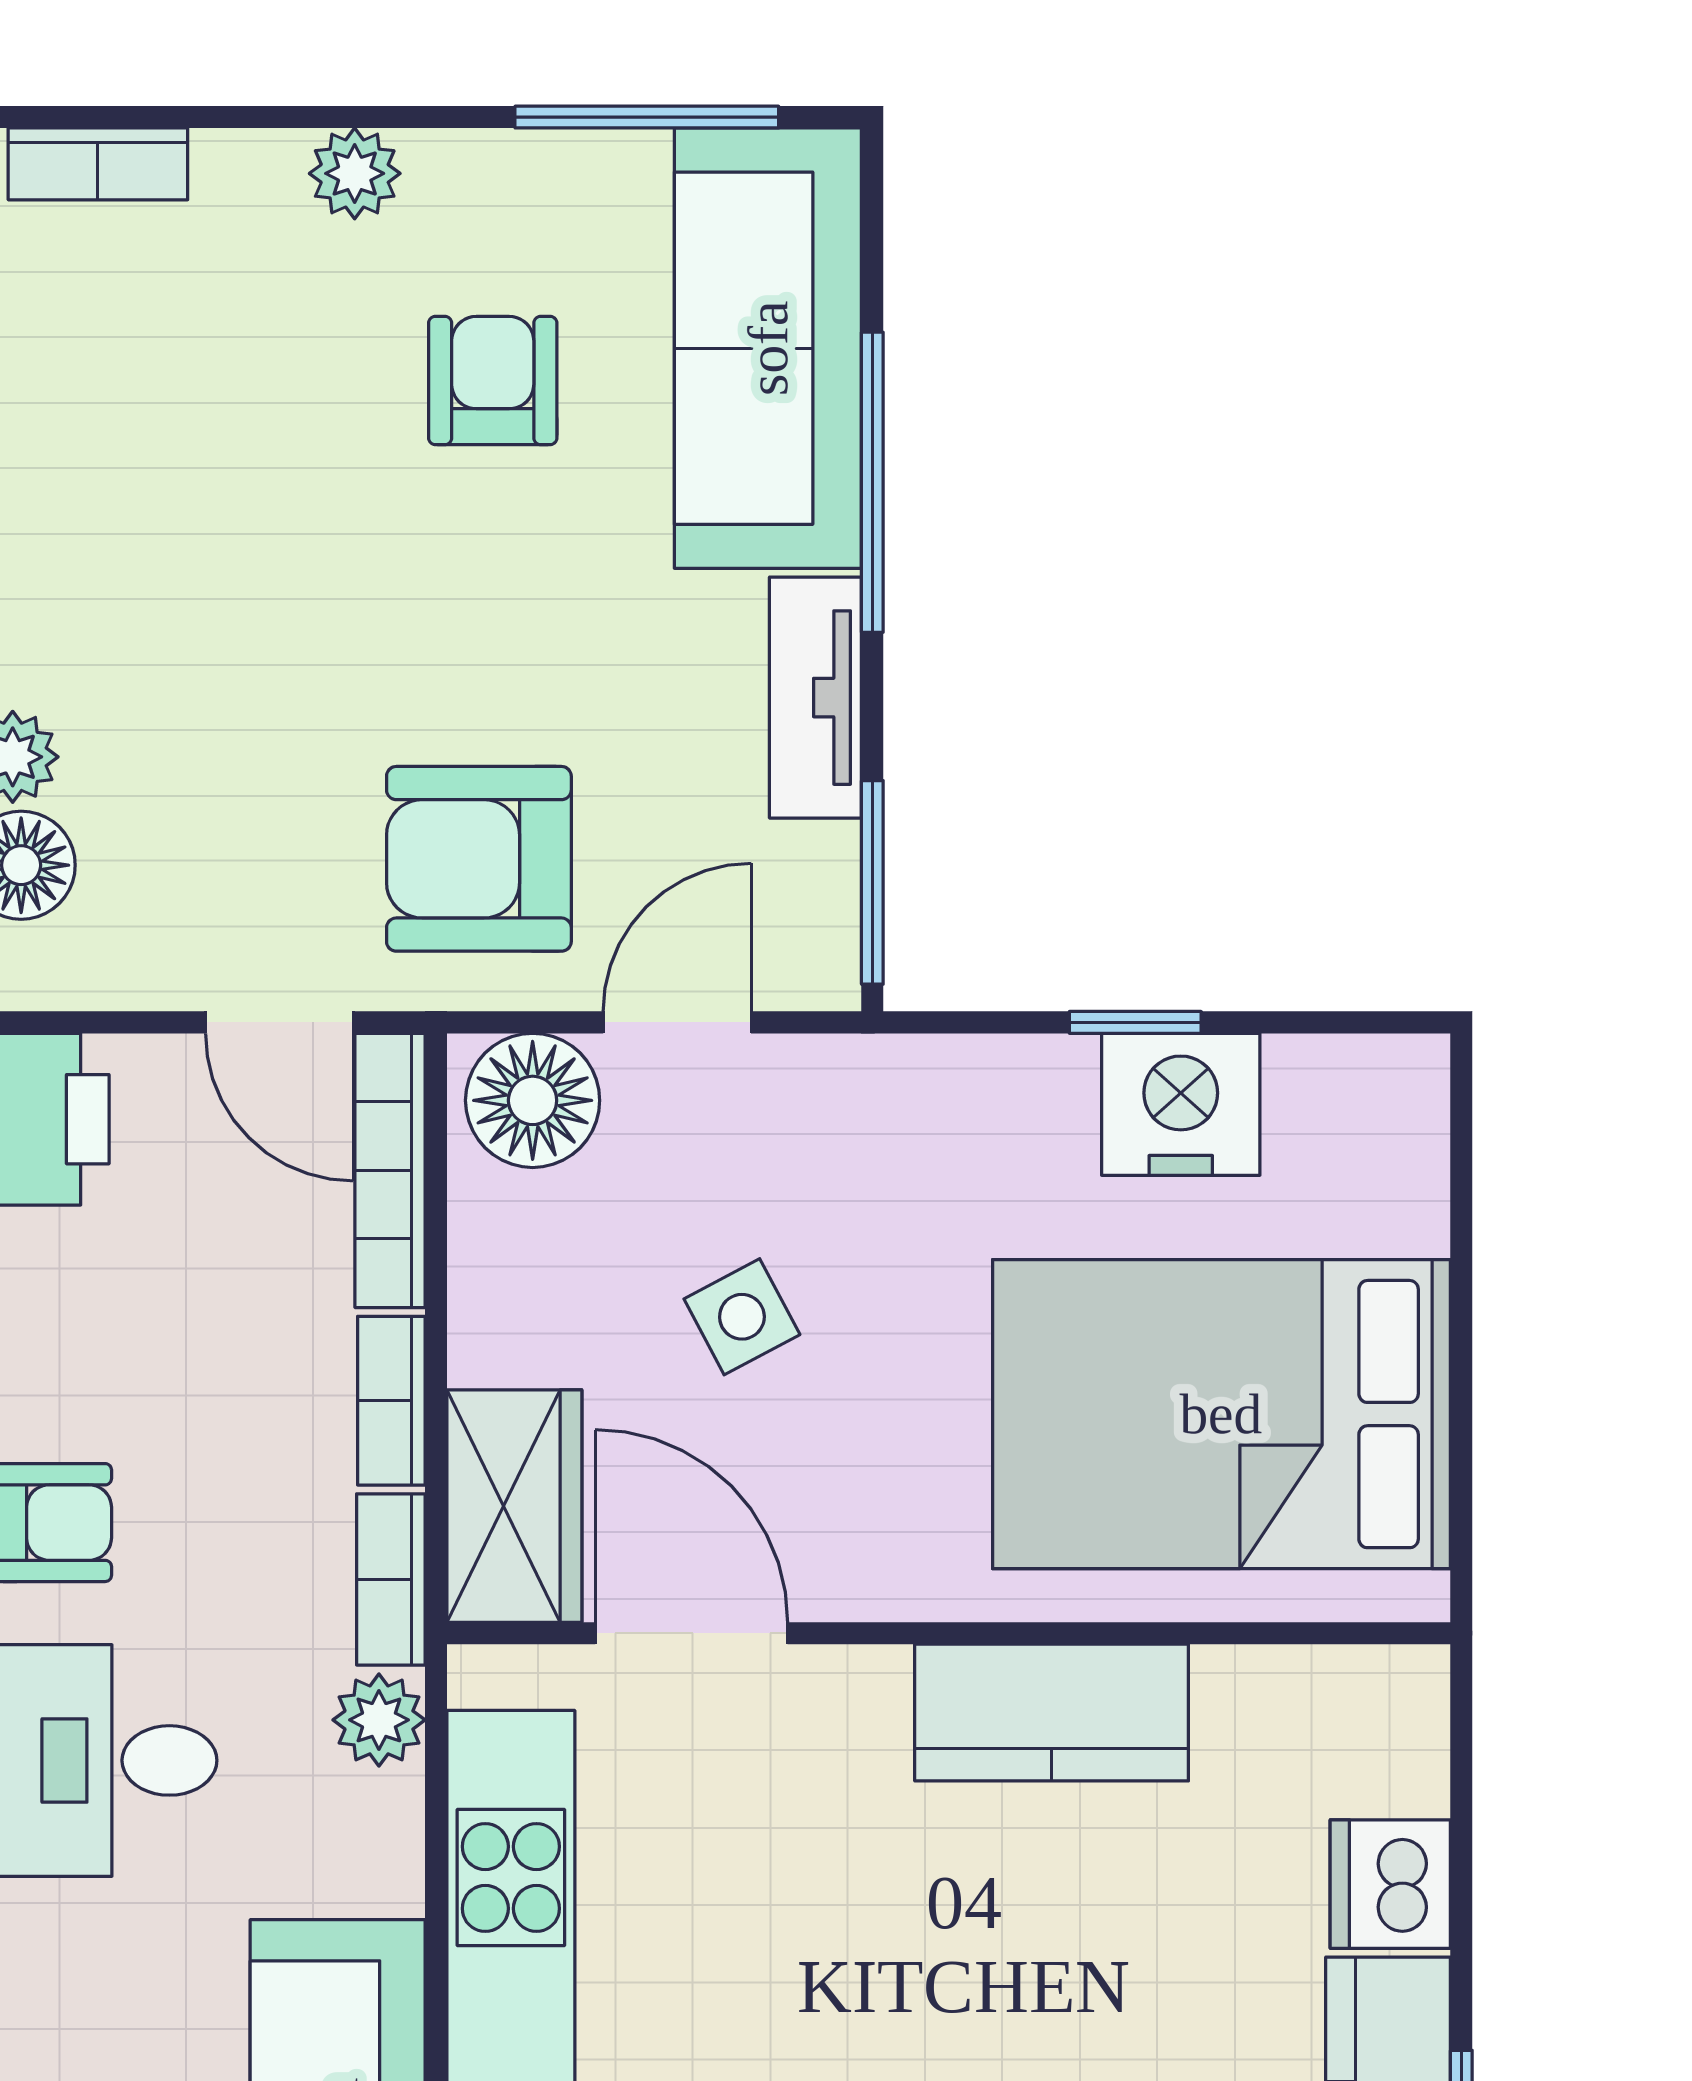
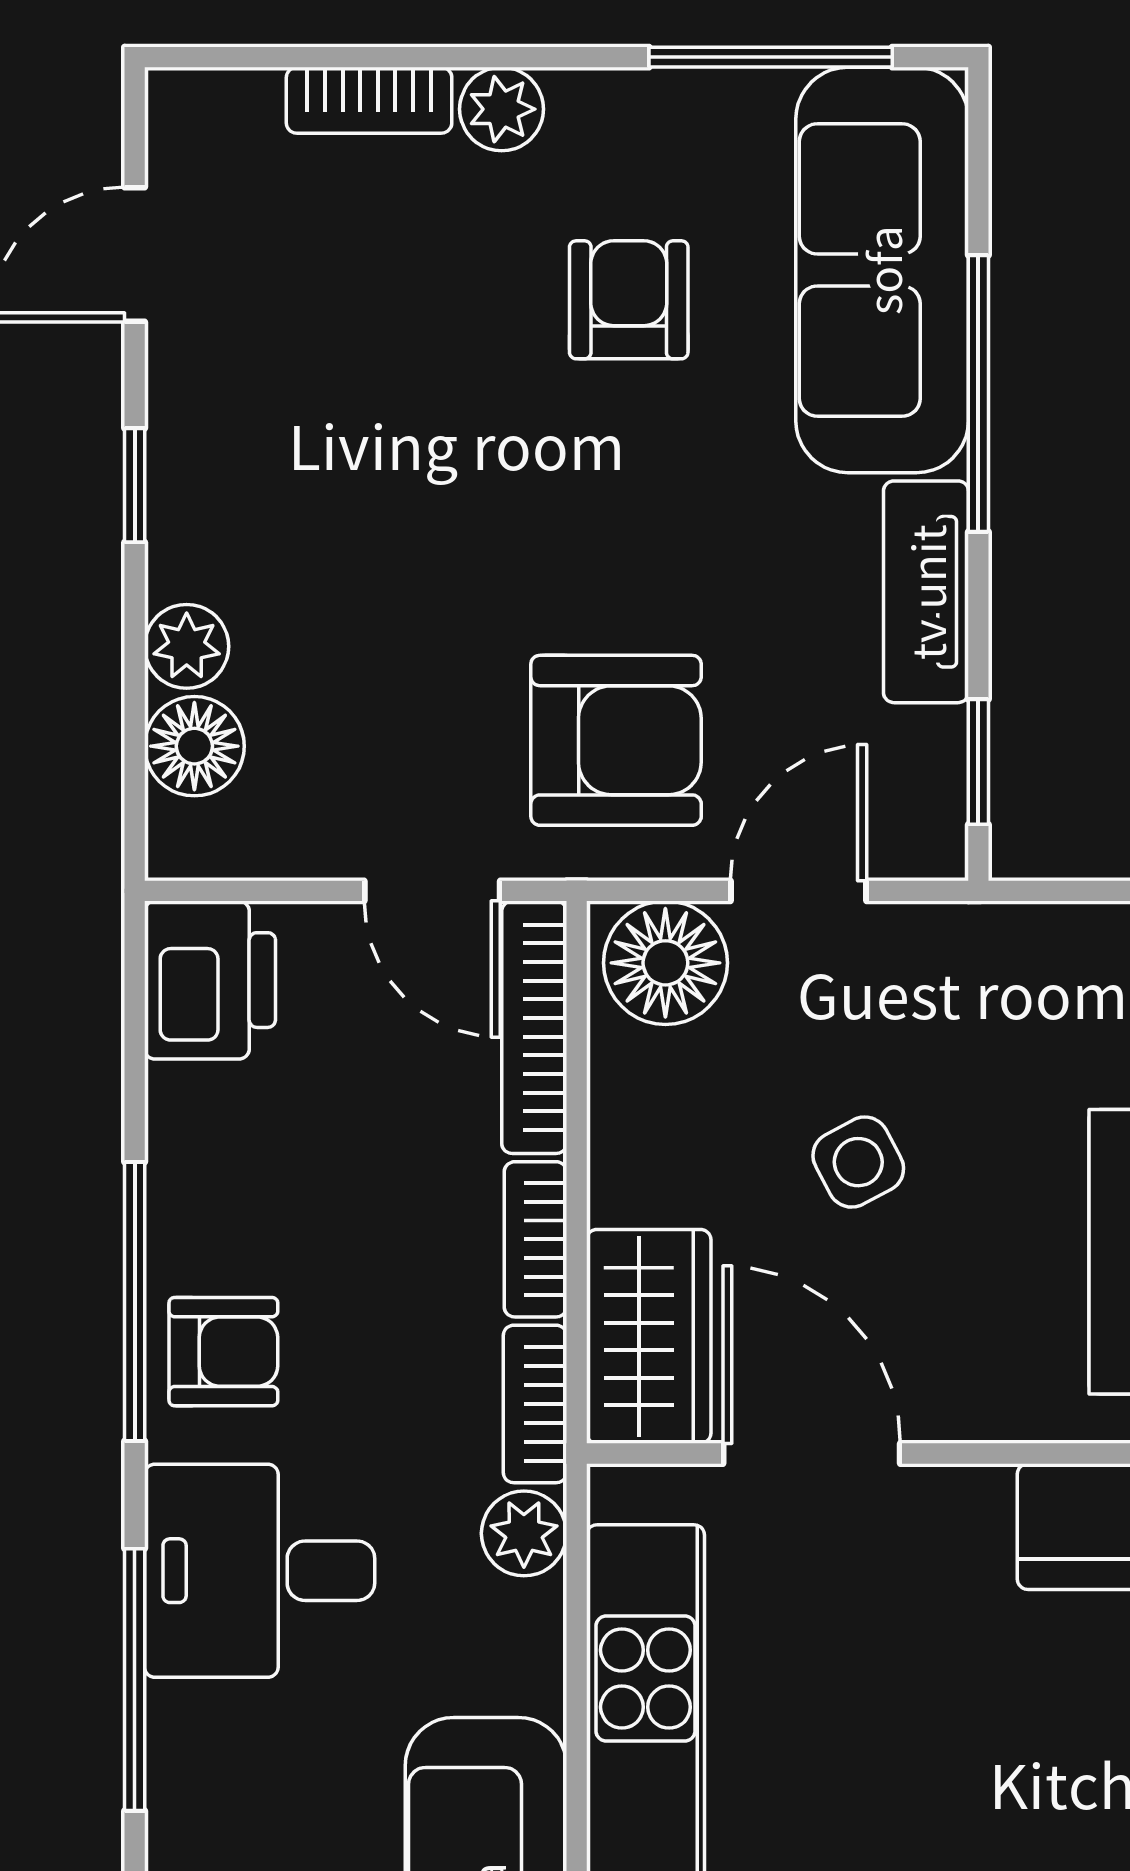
bookcase: (98, 164) -> (369, 100), moved
armchair: (479, 859) -> (616, 740), turned 180
window: (872, 882) -> (978, 762), width x0.67

